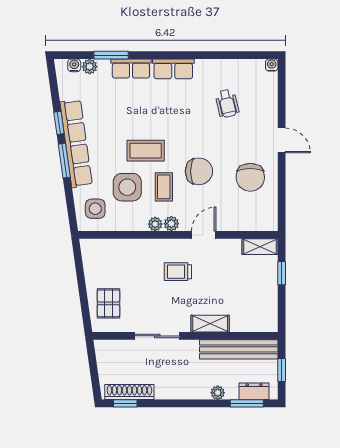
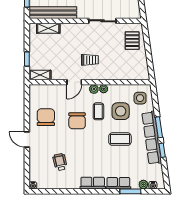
coffee table: (146, 151) -> (120, 139), moved
chair: (199, 171) -> (77, 121), turned -90
shelving: (210, 324) -> (48, 28), moved

